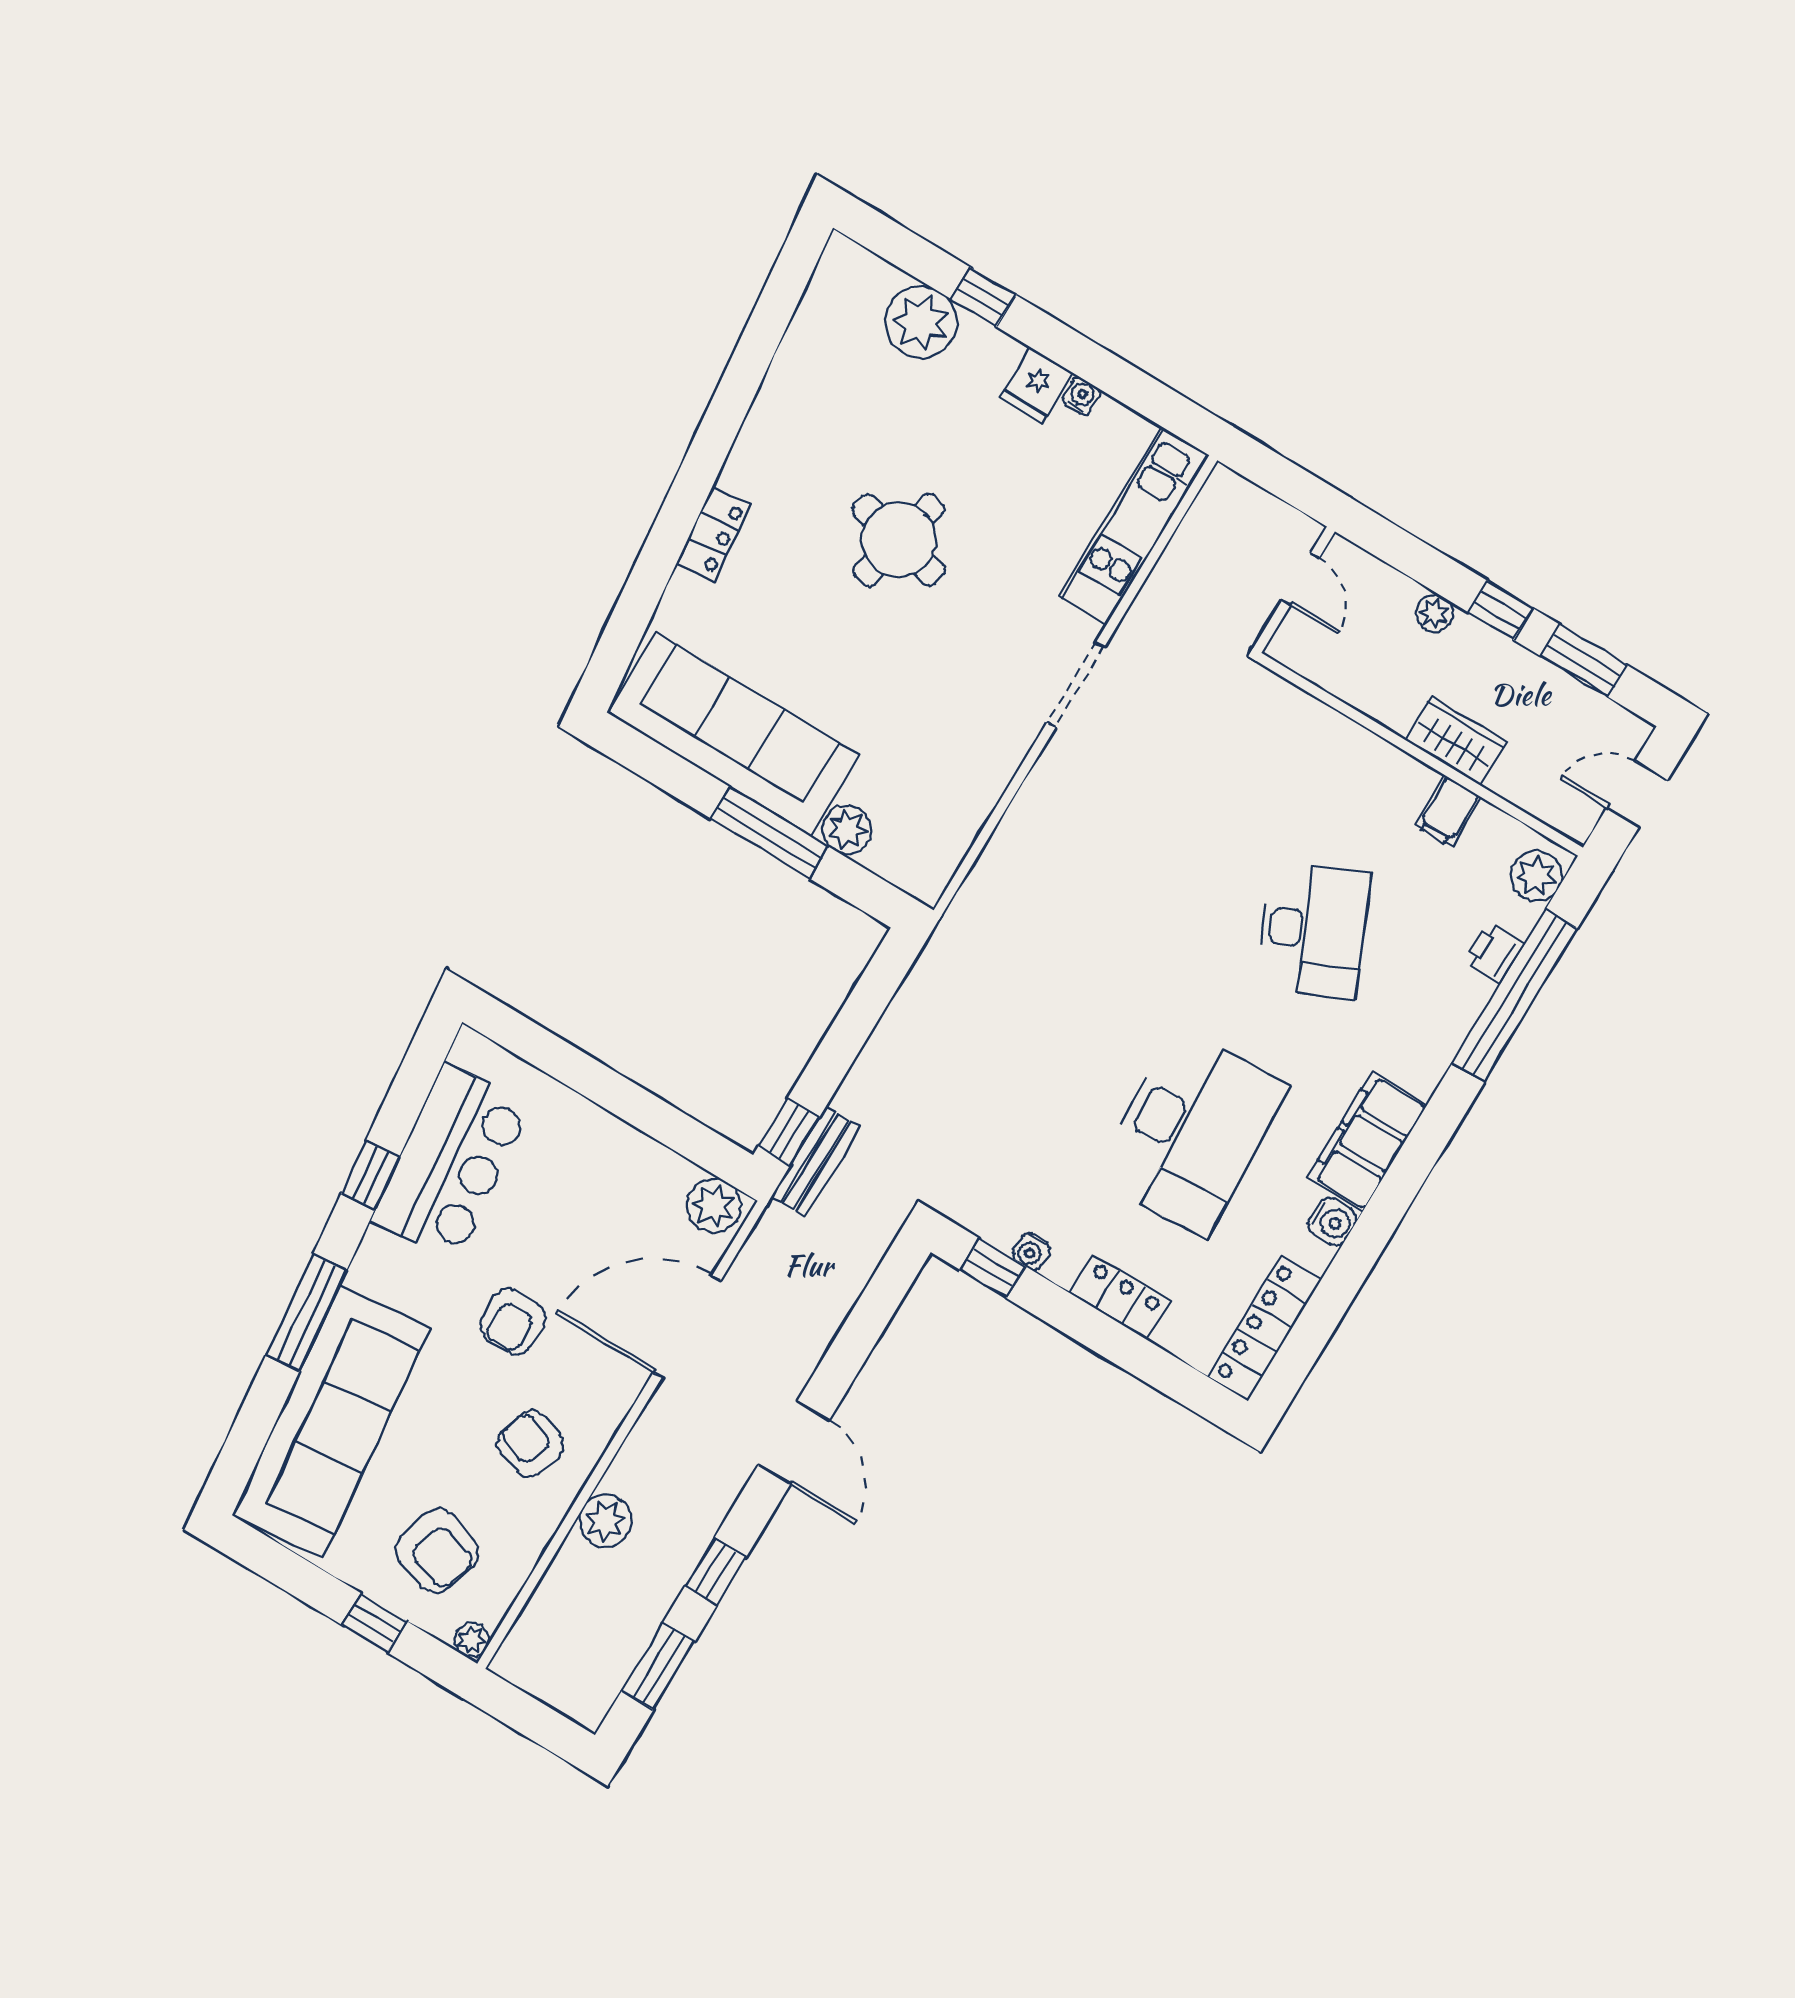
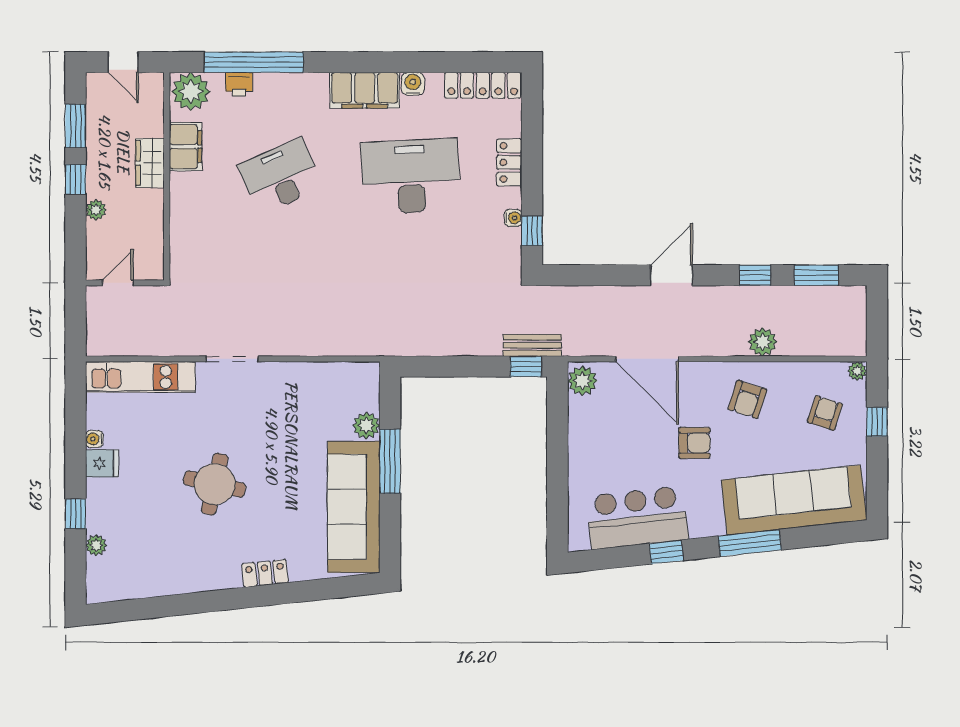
plant: (921, 322) -> (96, 545), width x0.53, depth x0.53
filing cabinet: (1448, 811) -> (186, 147), width x2.00
plant: (1536, 876) -> (191, 92), width x1.36, depth x1.36
armchair: (437, 1551) -> (825, 413), width x0.72, depth x0.72

